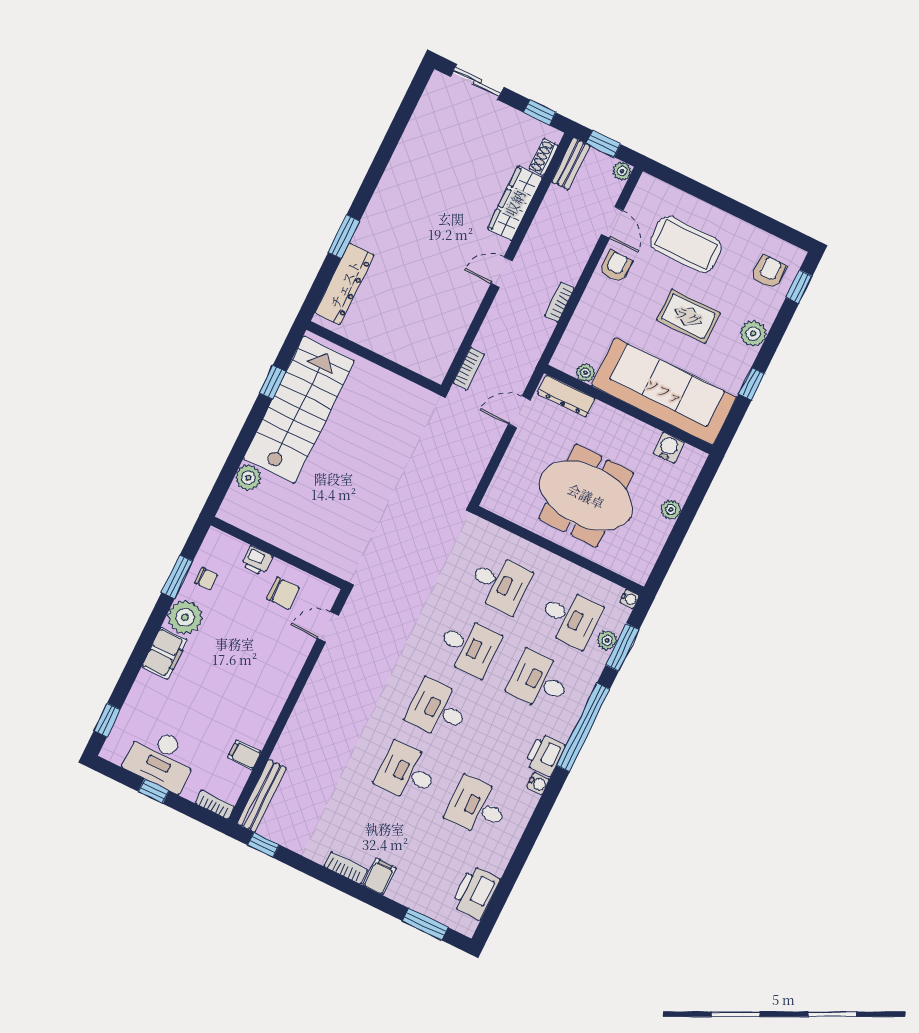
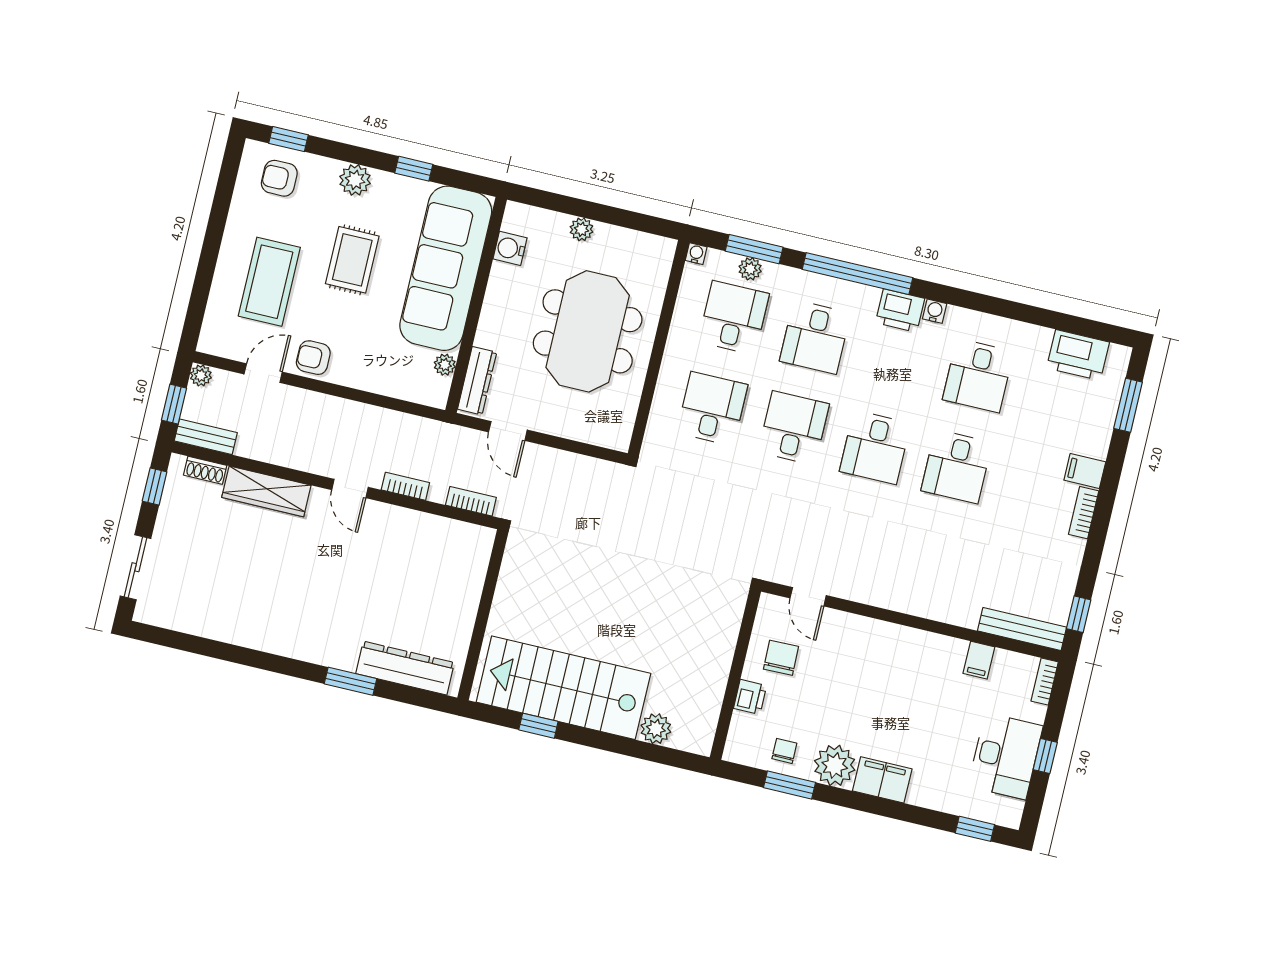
bookcase: (559, 302) -> (405, 486), moved, turned 180

